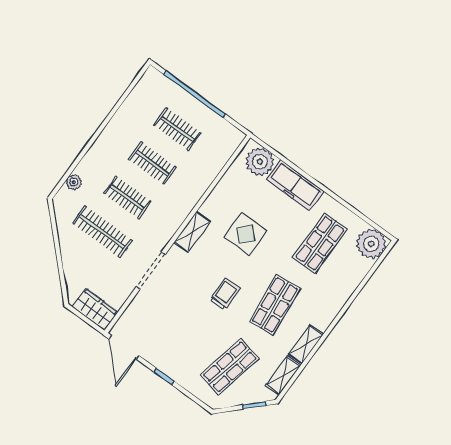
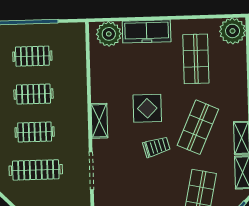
display table: (246, 234) -> (147, 108), moved
trolley: (225, 294) -> (156, 147), turned 75
shop shelf: (275, 305) -> (198, 127), turned 30

